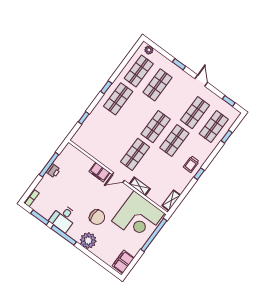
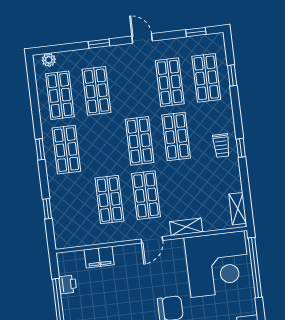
shop shelf: (116, 141) -> (109, 200), added
printer: (53, 171) -> (68, 284), moved
filing cabinet: (99, 172) -> (99, 257), moved

